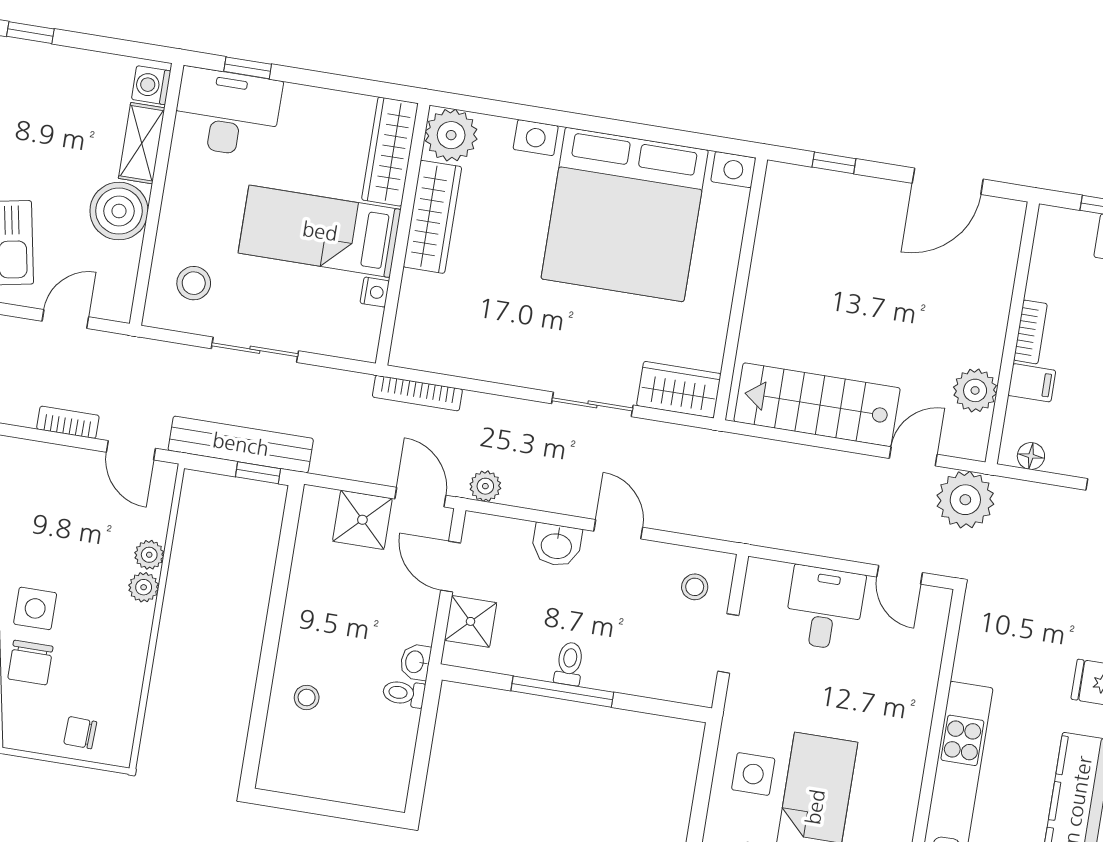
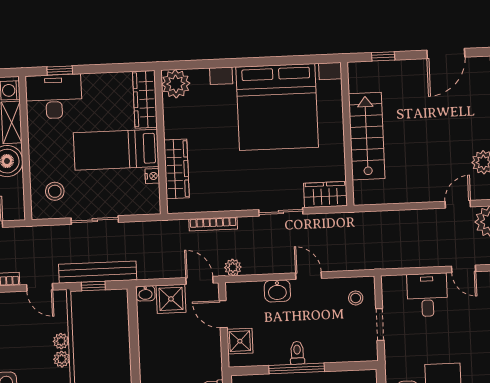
wardrobe: (432, 217) -> (177, 169), moved
bookcase: (417, 393) -> (213, 224), moved
stairs: (817, 405) -> (367, 136), moved, turned 90
window: (258, 473) -> (93, 286), moved
washbasin: (415, 662) -> (145, 293), moved, turned -90

